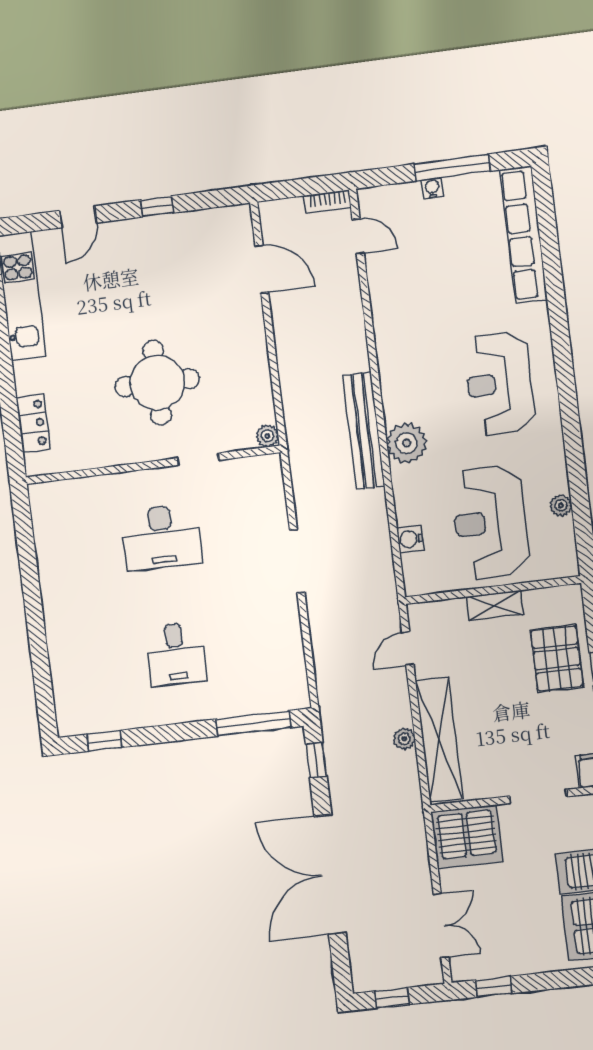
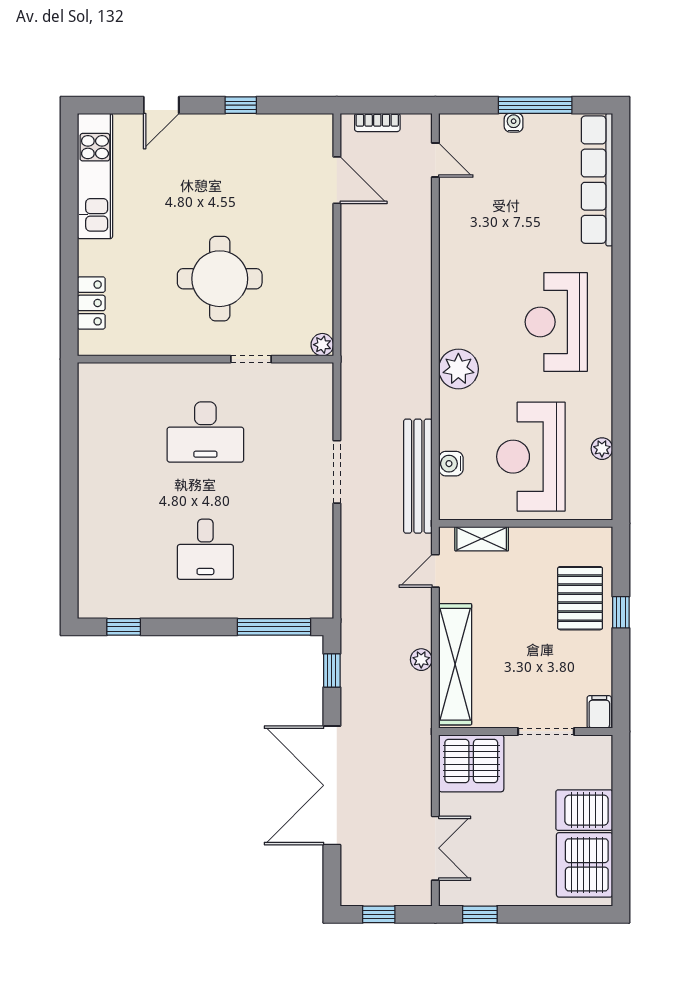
bookcase: (327, 202) -> (377, 122), moved
bench: (364, 431) -> (418, 476), moved
shelving: (495, 605) -> (482, 539), moved

